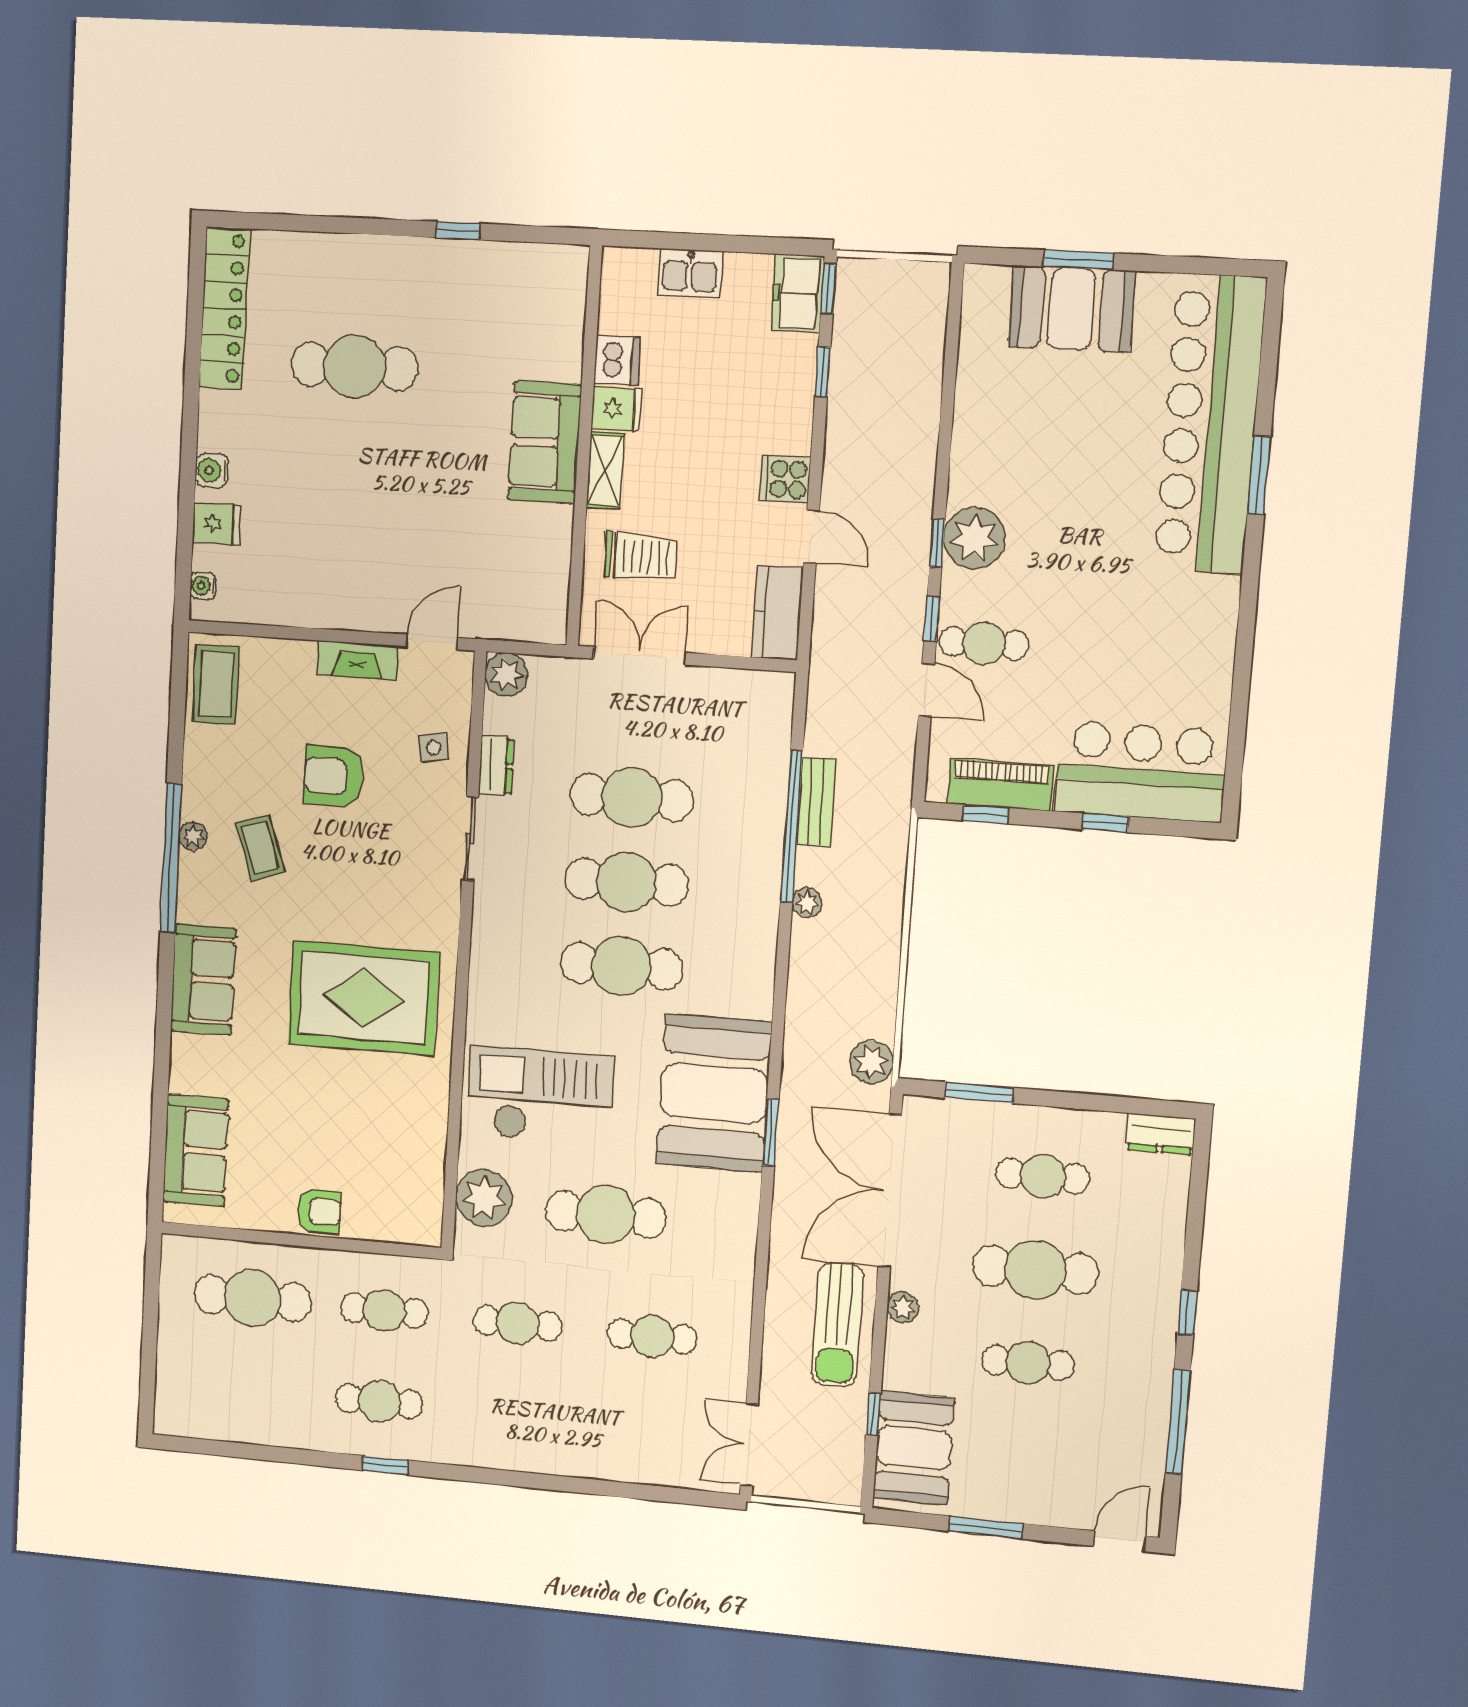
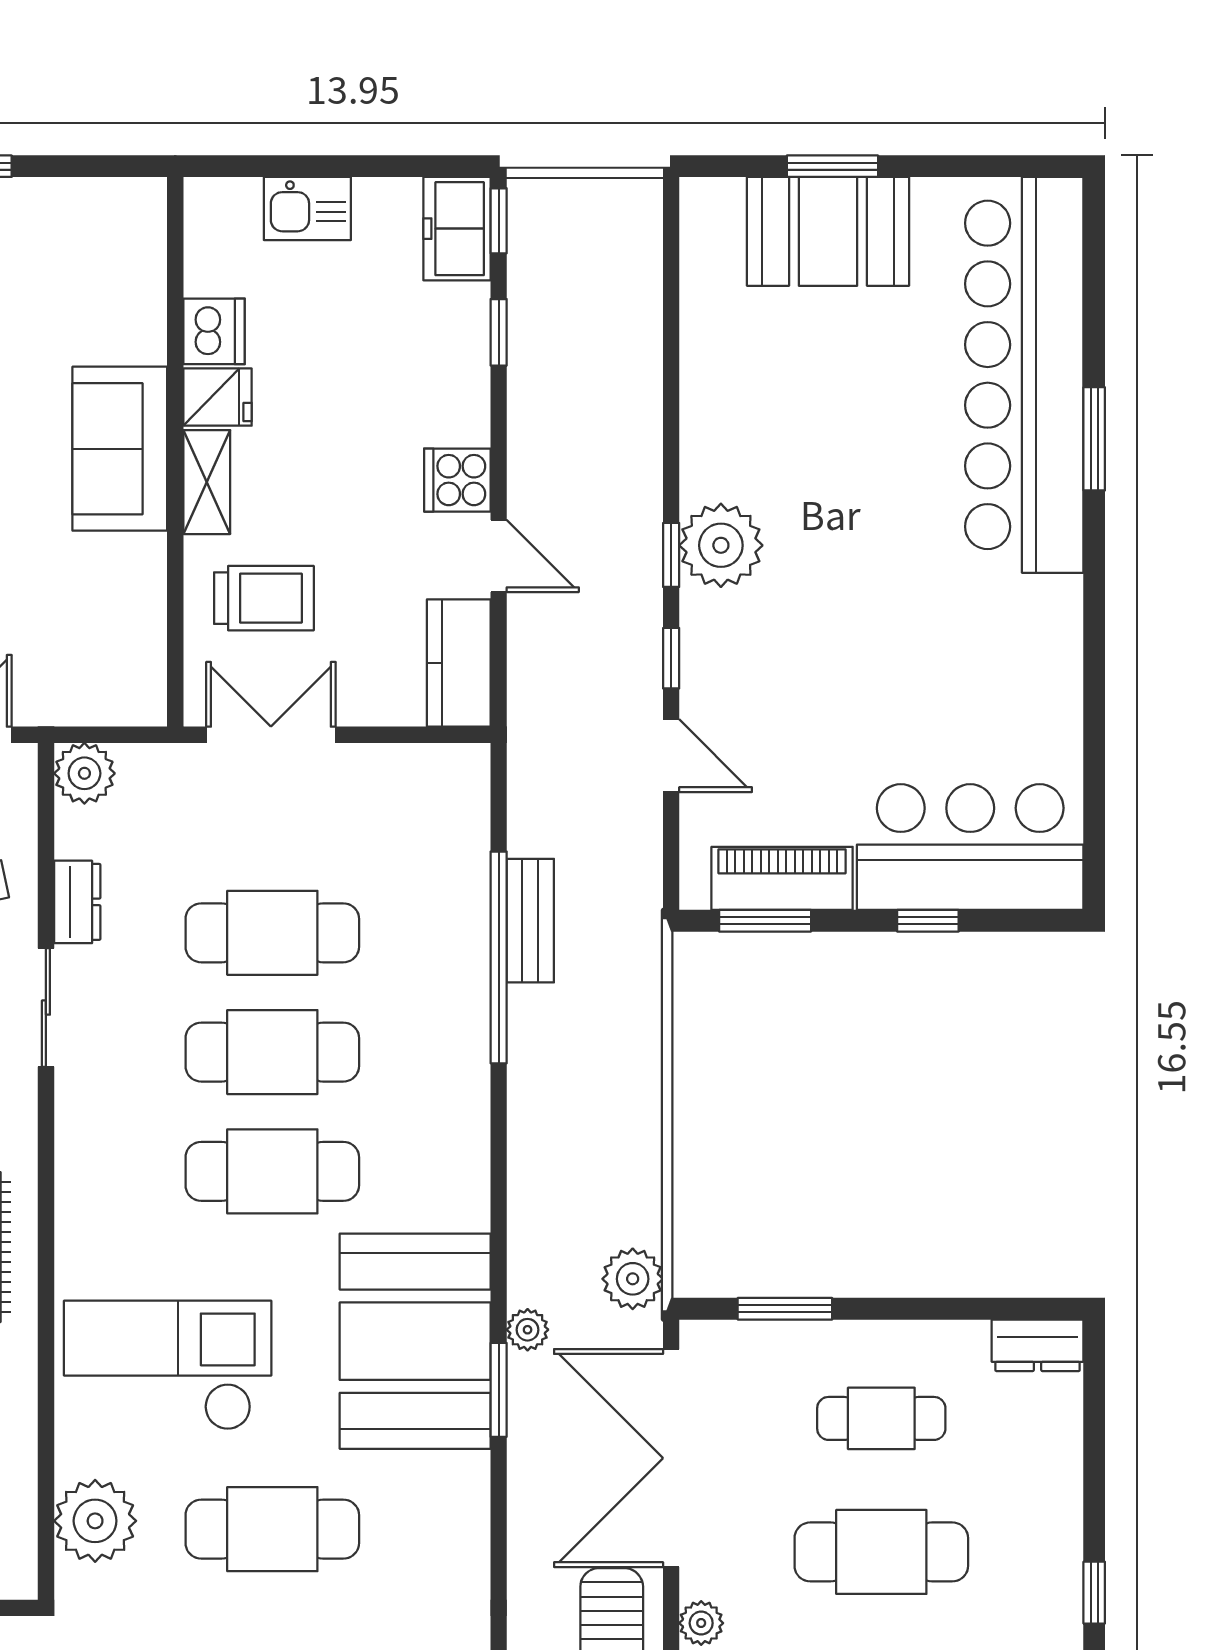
cafe table: (984, 643) -> (745, 687), removed
window: (986, 814) -> (765, 921), width x1.50
plant: (807, 903) -> (528, 1330), moved

